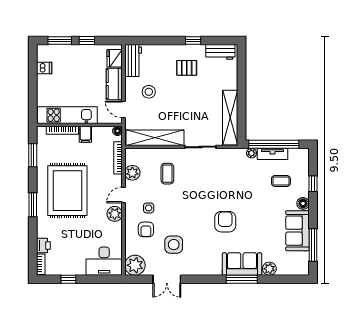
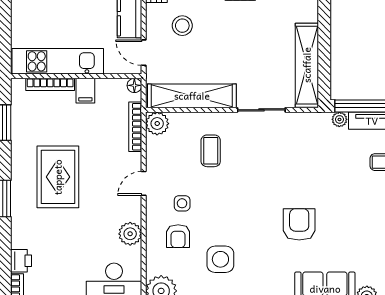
plant: (132, 173) -> (157, 124), moved
rug: (67, 191) -> (58, 177), width x0.73, depth x0.69
plant: (115, 214) -> (130, 234), moved

